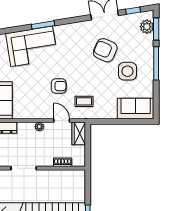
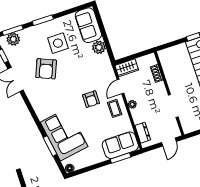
window: (43, 25) -> (50, 146), moved
window: (156, 63) -> (43, 20), width x0.69
armchair: (59, 86) -> (91, 99), turned 180
coffee table: (84, 101) -> (115, 108), moved
plant: (109, 112) -> (99, 47), added

